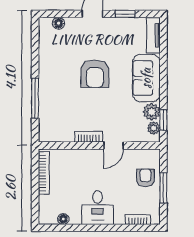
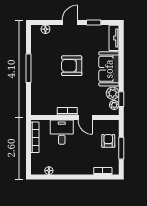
armchair: (95, 74) -> (72, 66), turned 90
window: (35, 98) -> (29, 68), moved
door: (113, 146) -> (85, 118), hinge flipped
desk: (98, 208) -> (62, 132), moved, turned 180

